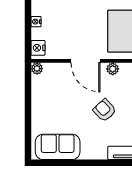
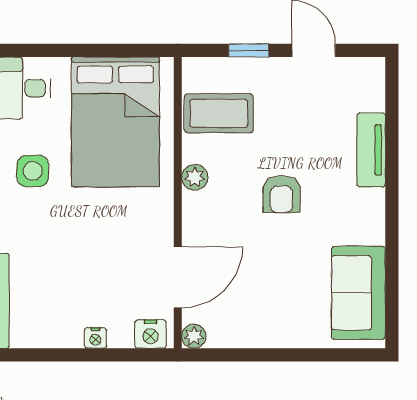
door: (85, 61) -> (178, 277), moved
armchair: (105, 110) -> (281, 194), turned -47

